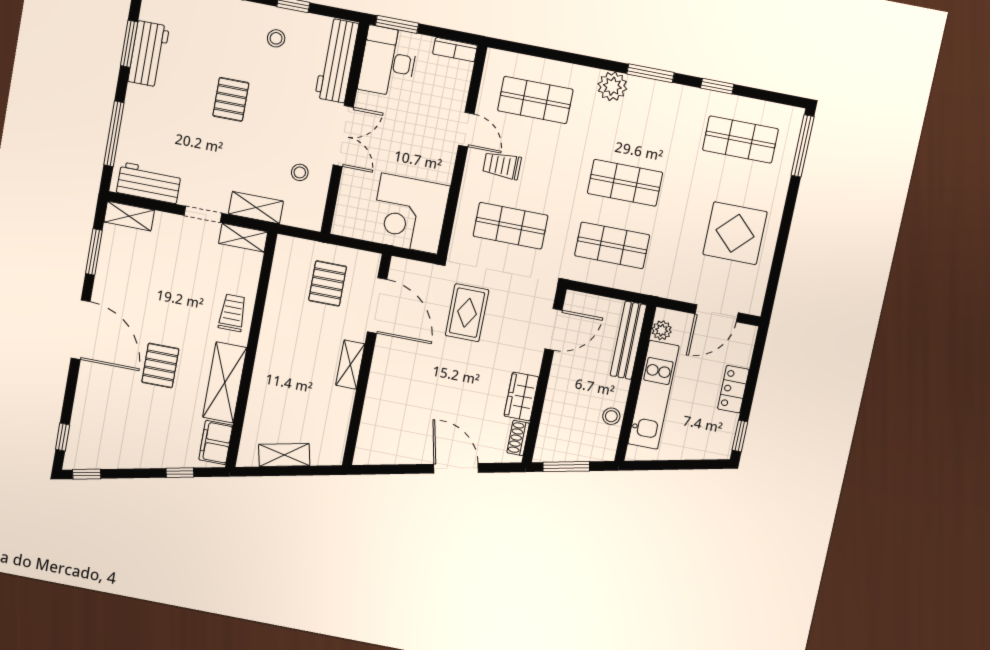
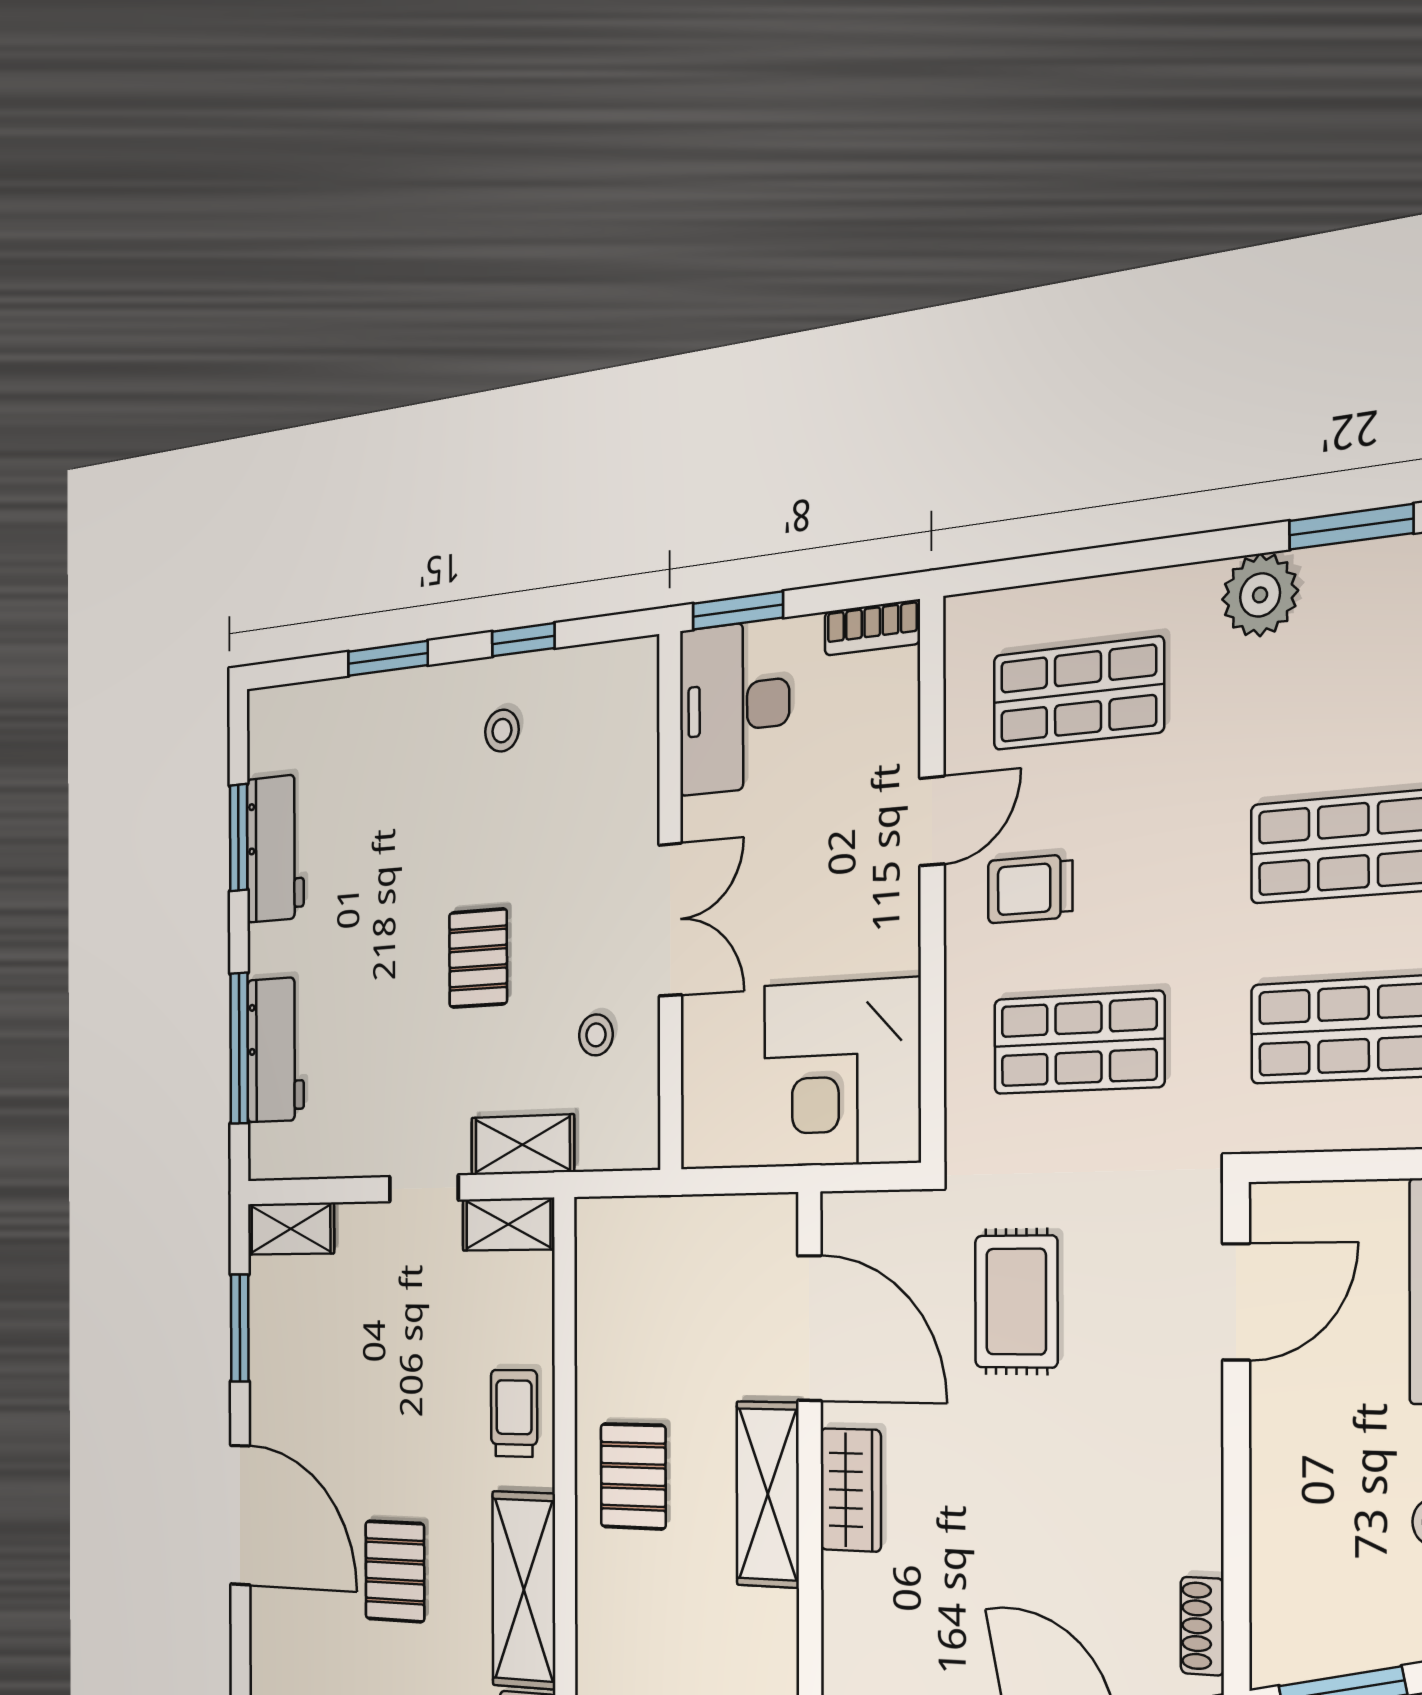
workbench: (337, 61) -> (629, 741), removed
pallet: (231, 99) -> (478, 958), moved
door: (466, 130) -> (932, 821), hinge flipped
workbench: (149, 183) -> (276, 1050), moved, turned 90
pallet: (328, 283) -> (633, 1476), moved
shelving: (350, 365) -> (768, 1494), width x1.50, depth x1.33
wardrobe: (521, 396) -> (851, 1490), moved, turned 180

